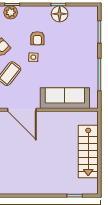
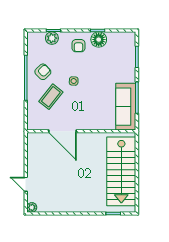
armchair: (37, 38) -> (78, 46), moved
sofa: (65, 98) -> (126, 107), moved, turned -90
stairs: (88, 152) -> (121, 171), width x1.36, depth x1.51

